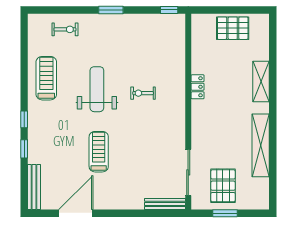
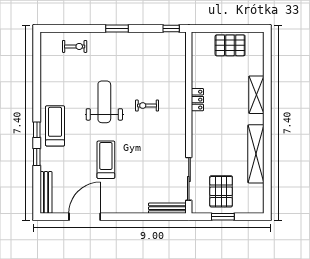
treadmill: (46, 78) -> (55, 126), moved

